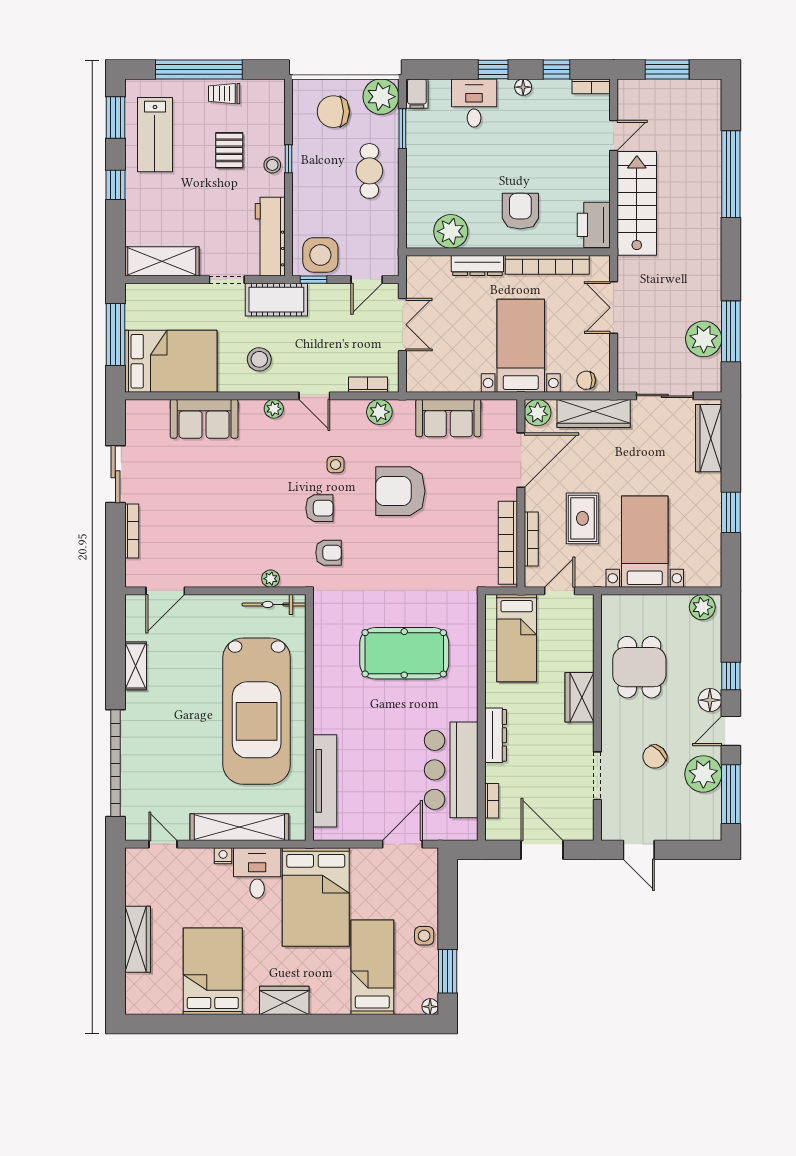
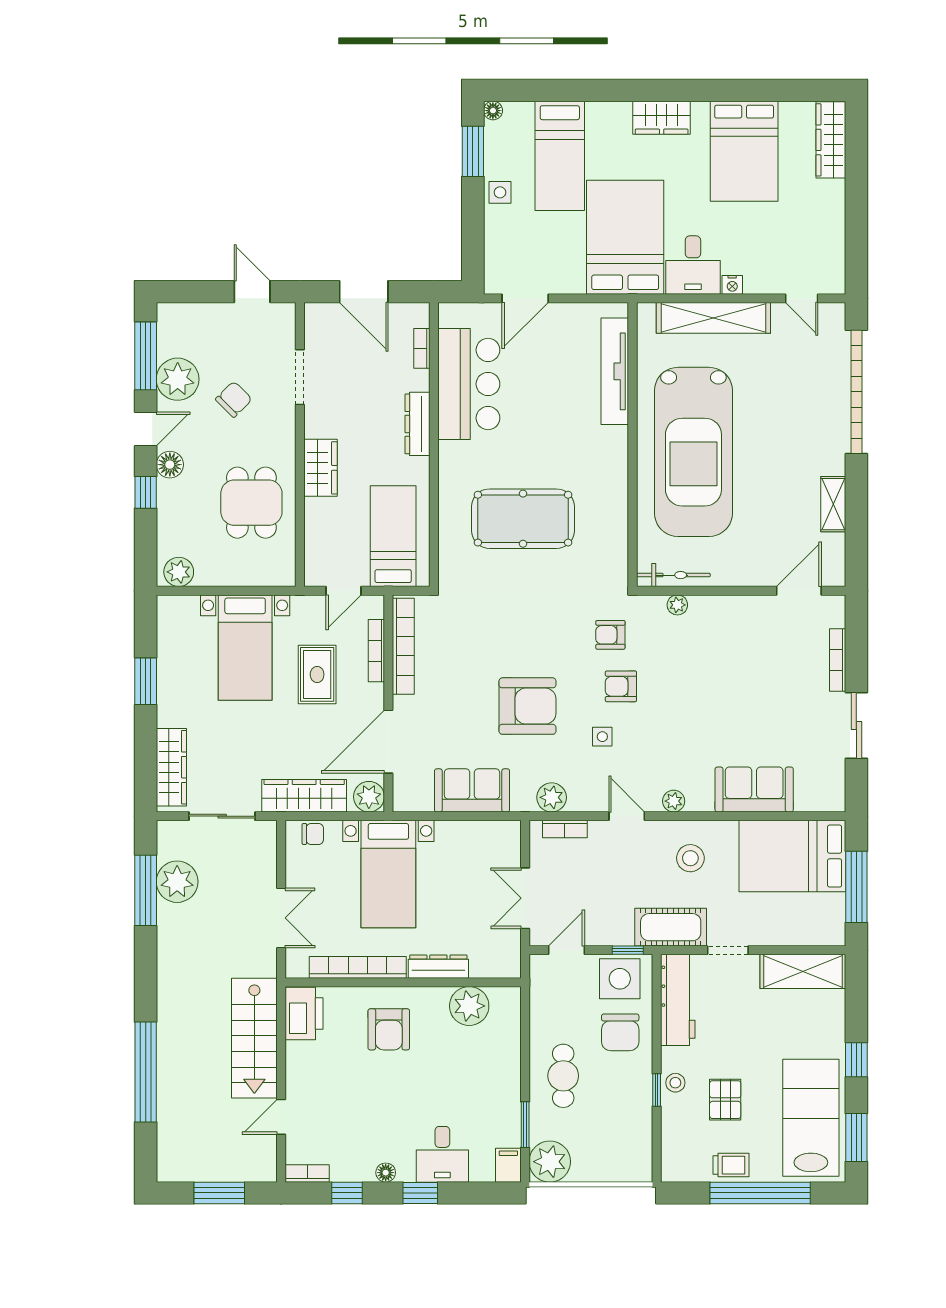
chair: (333, 112) -> (620, 1032), moved, turned 90
lab bench: (155, 135) -> (811, 1118), width x1.36, depth x1.39
car: (257, 711) -> (693, 452), turned 180
wardrobe: (138, 939) -> (831, 140), moved

